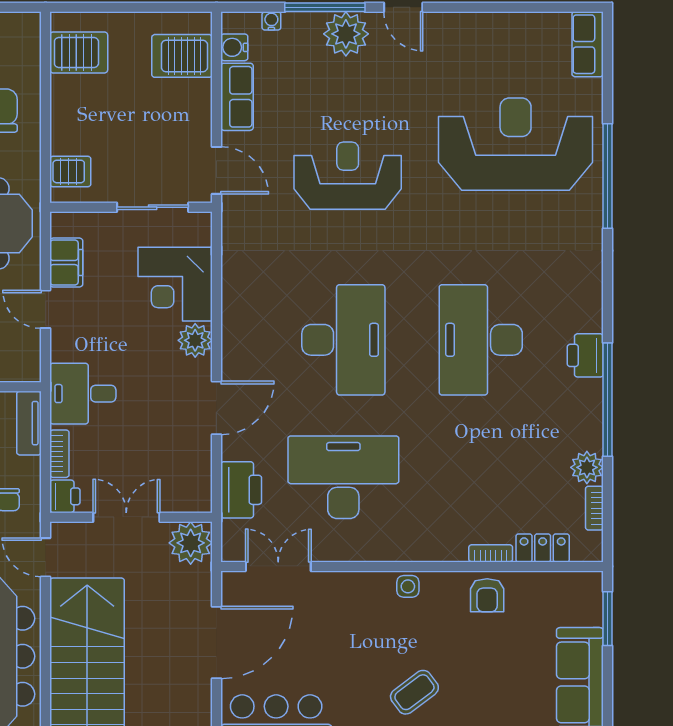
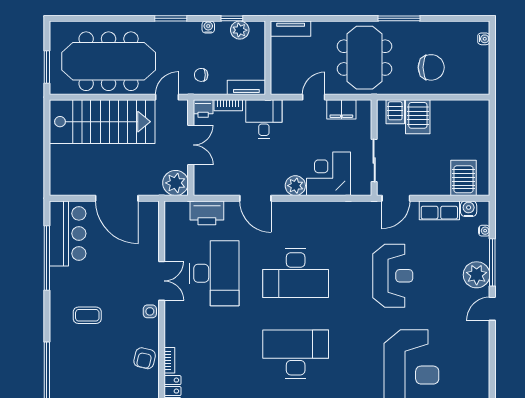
server rack: (79, 52) -> (418, 117), moved
double door: (278, 566) -> (162, 281), moved
armchair: (487, 595) -> (145, 358), turned -77
coffee table: (414, 692) -> (87, 315), turned -53

